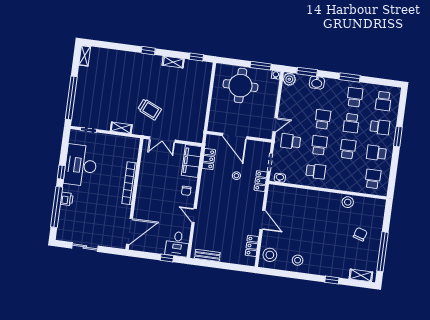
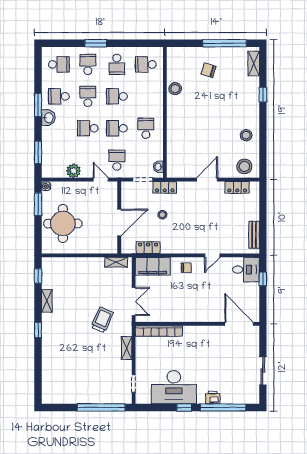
shelving: (85, 56) -> (116, 262), moved
plant: (289, 79) -> (74, 171), moved
washbasin: (317, 83) -> (48, 118), moved
school desk: (351, 123) -> (88, 96), turned -90
school desk: (291, 141) -> (117, 160), turned 180
bookcase: (129, 183) -> (159, 331), moved

